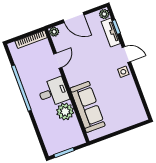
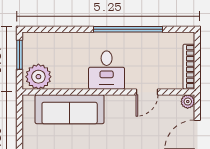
door: (58, 61) -> (147, 92), hinge flipped
plant: (65, 111) -> (38, 77), moved

